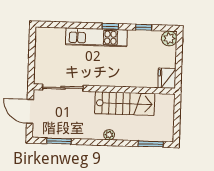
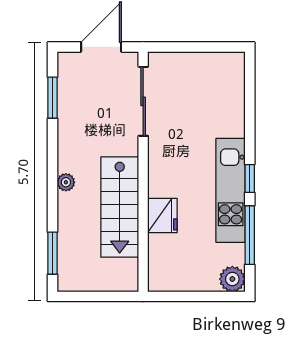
window: (144, 27) -> (250, 235), width x2.17
kitchen unit: (96, 37) -> (231, 190), moved
fridge: (167, 78) -> (162, 216), moved, turned 90

